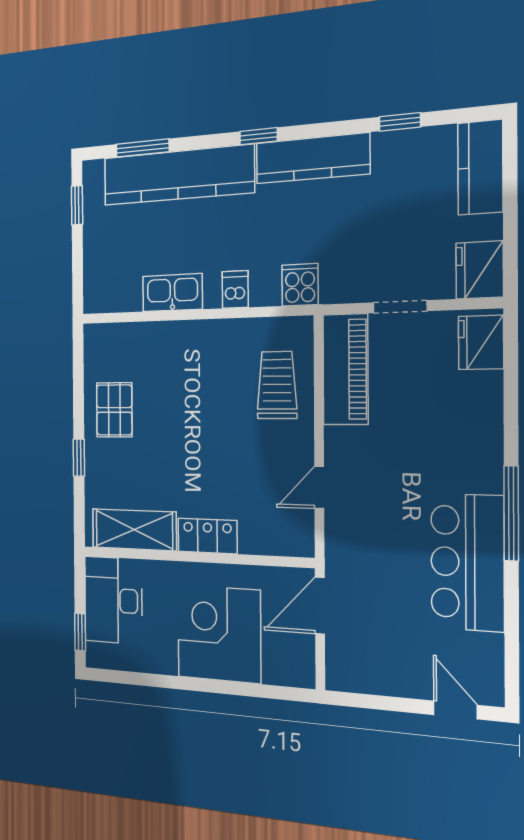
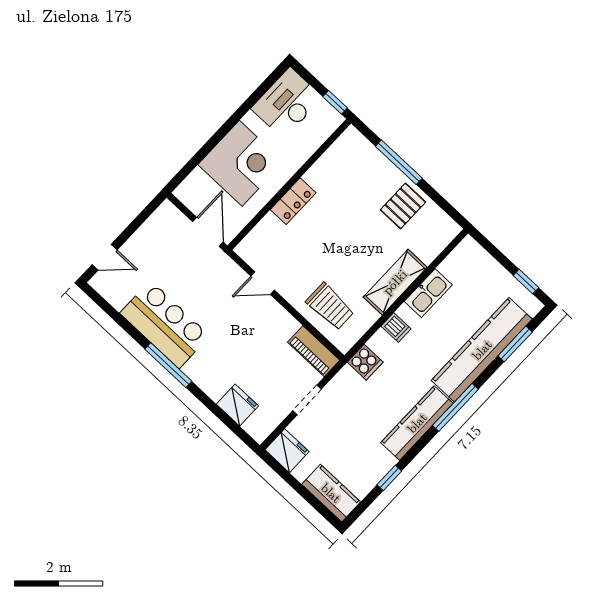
window: (259, 136) -> (455, 407), width x2.17
fridge: (481, 342) -> (237, 405), moved
piano: (345, 369) -> (314, 351), width x0.73, depth x0.75
pallet: (114, 410) -> (403, 206), turned 90
window: (79, 458) -> (399, 162), width x2.17
door: (319, 487) -> (263, 283), swing flipped
shelving: (134, 530) -> (395, 282), moved
desk: (113, 600) -> (287, 103), moved, turned -90
window: (80, 632) -> (335, 102), moved

